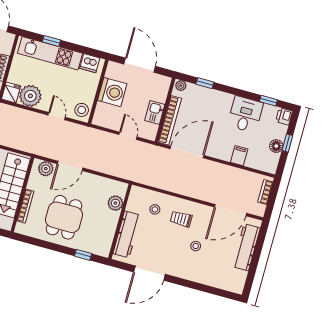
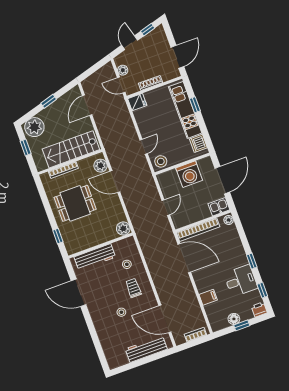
window: (205, 83) -> (252, 261), moved
plant: (30, 96) -> (145, 118), removed
kitchen sink: (155, 113) -> (219, 207), moved
plant: (115, 203) -> (123, 229), moved

